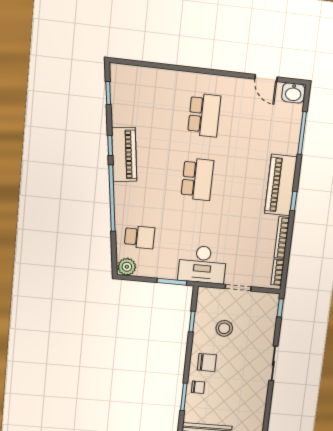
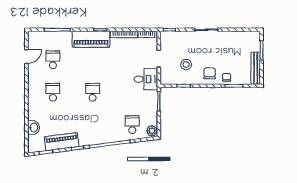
washbasin: (293, 93) -> (34, 128), moved
school desk: (204, 115) -> (53, 92), width x0.54
school desk: (256, 121) -> (53, 60), added
piano: (124, 155) -> (62, 142), moved
school desk: (197, 179) -> (93, 92), width x0.54
desk: (202, 264) -> (146, 79), width x0.73

